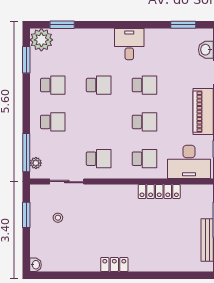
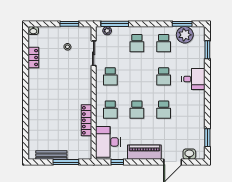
plant: (41, 40) -> (185, 35), moved
desk: (129, 44) -> (193, 79), moved
locker: (114, 265) -> (33, 58), moved

